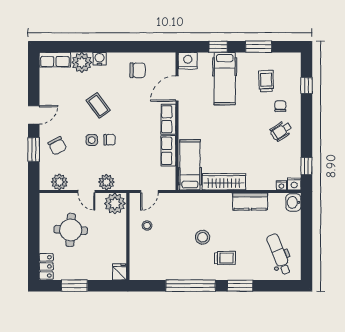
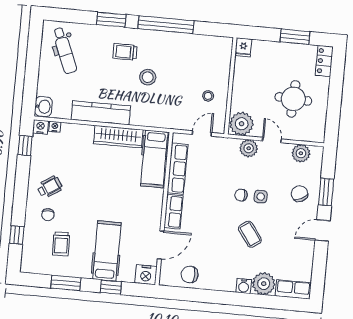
chair: (138, 70) -> (190, 274), moved
row of seats: (168, 151) -> (177, 169), width x1.48
kitchen counter: (250, 202) -> (101, 113), width x1.50

